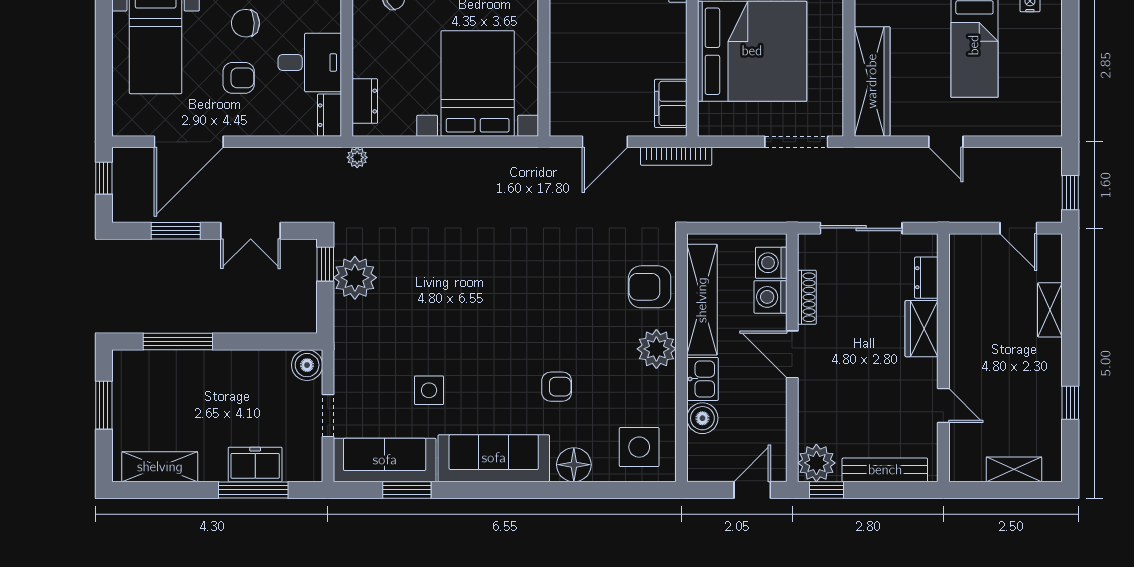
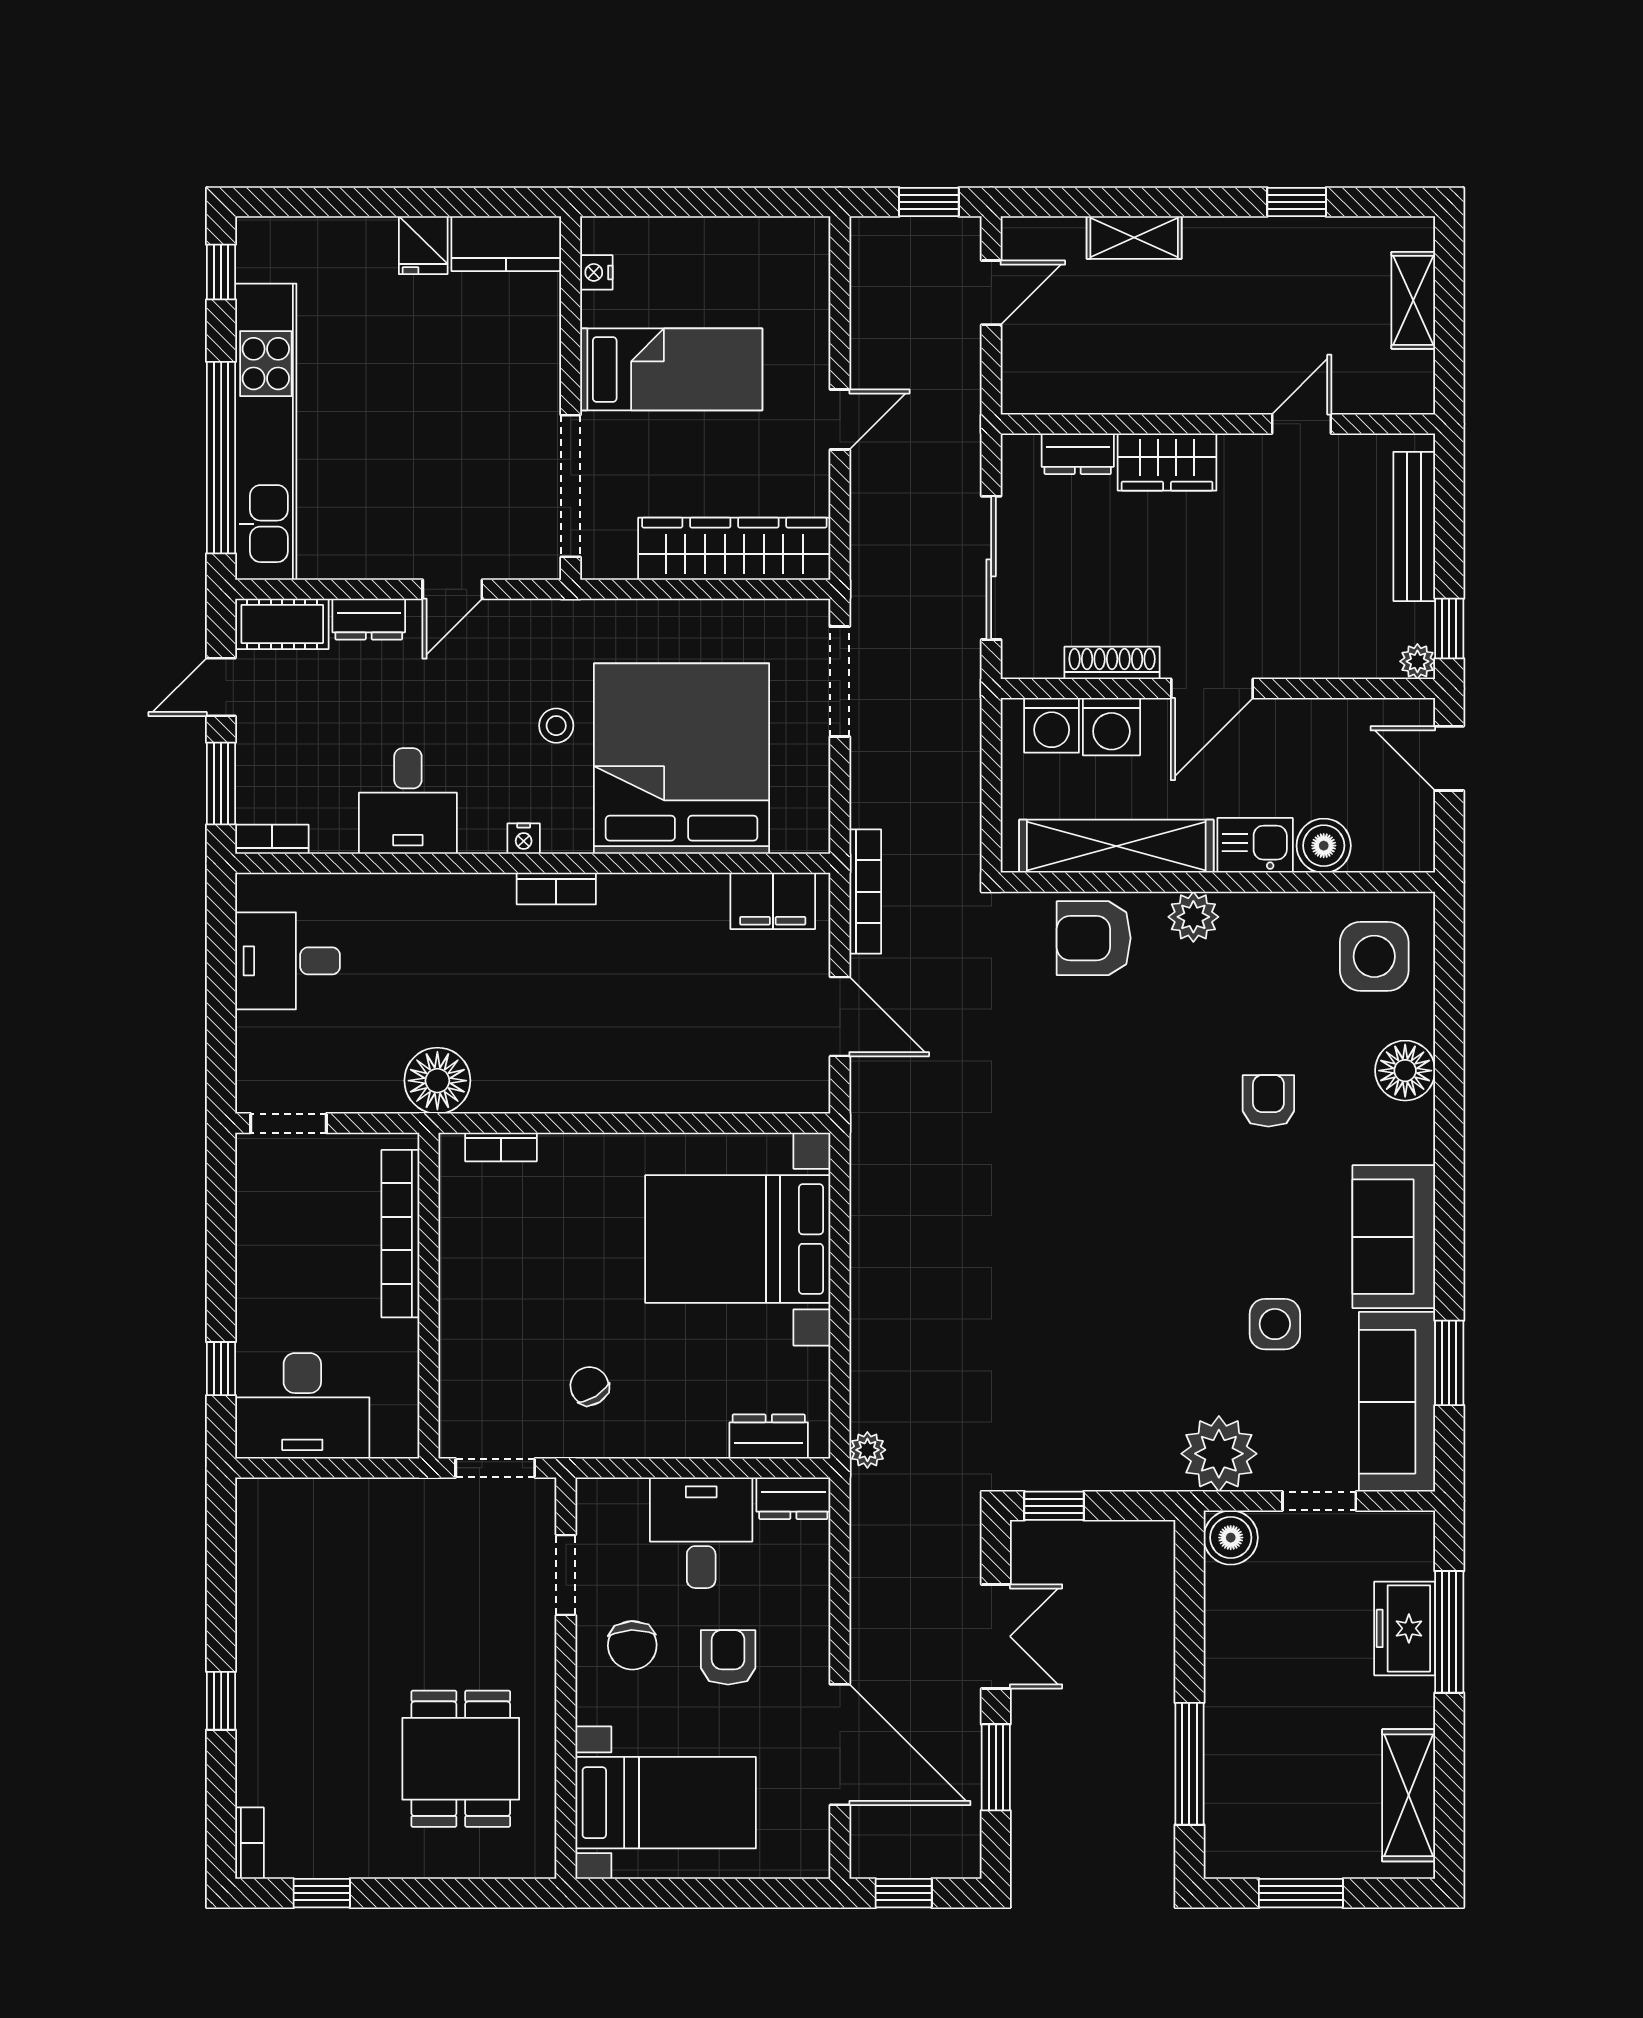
plant: (355, 278) -> (1219, 1454), moved
armchair: (650, 287) -> (1094, 938), turned 90
plant: (656, 349) -> (1193, 917), width x0.73, depth x0.73
sofa: (494, 458) -> (1394, 1237), width x0.73
plant: (816, 463) -> (1417, 661), width x0.53, depth x0.53

